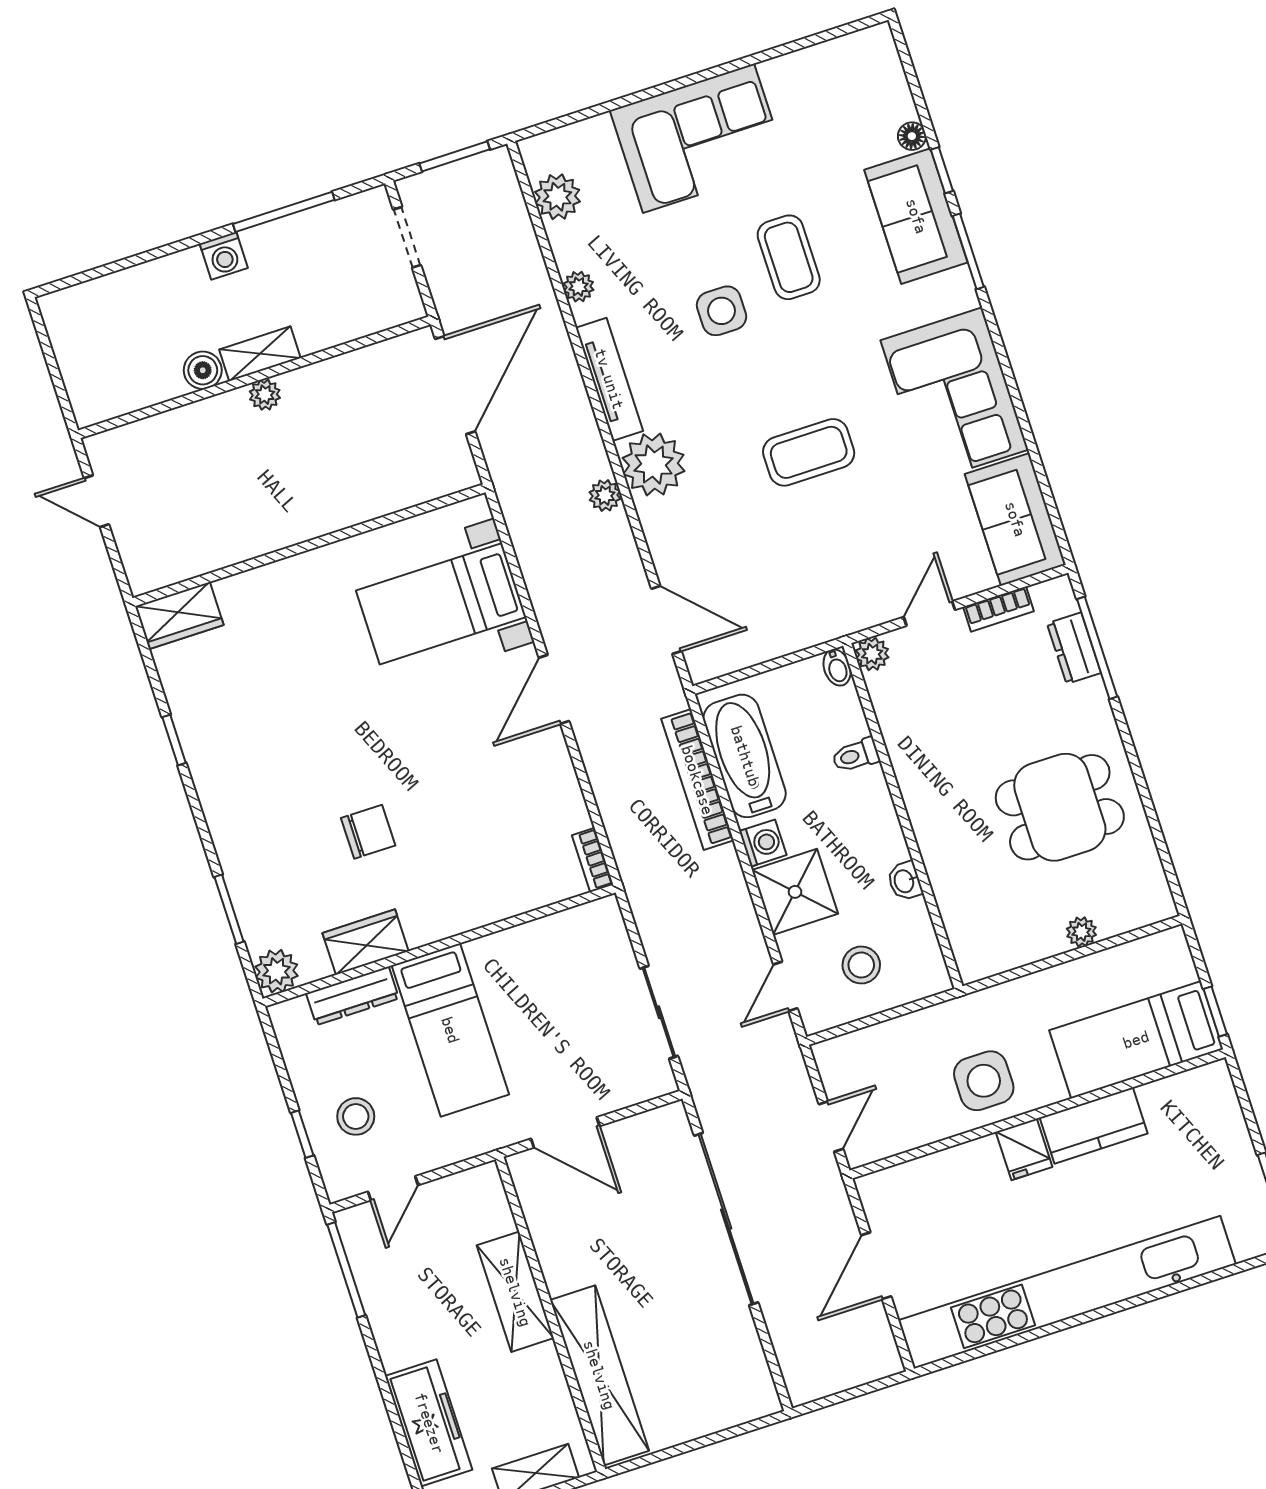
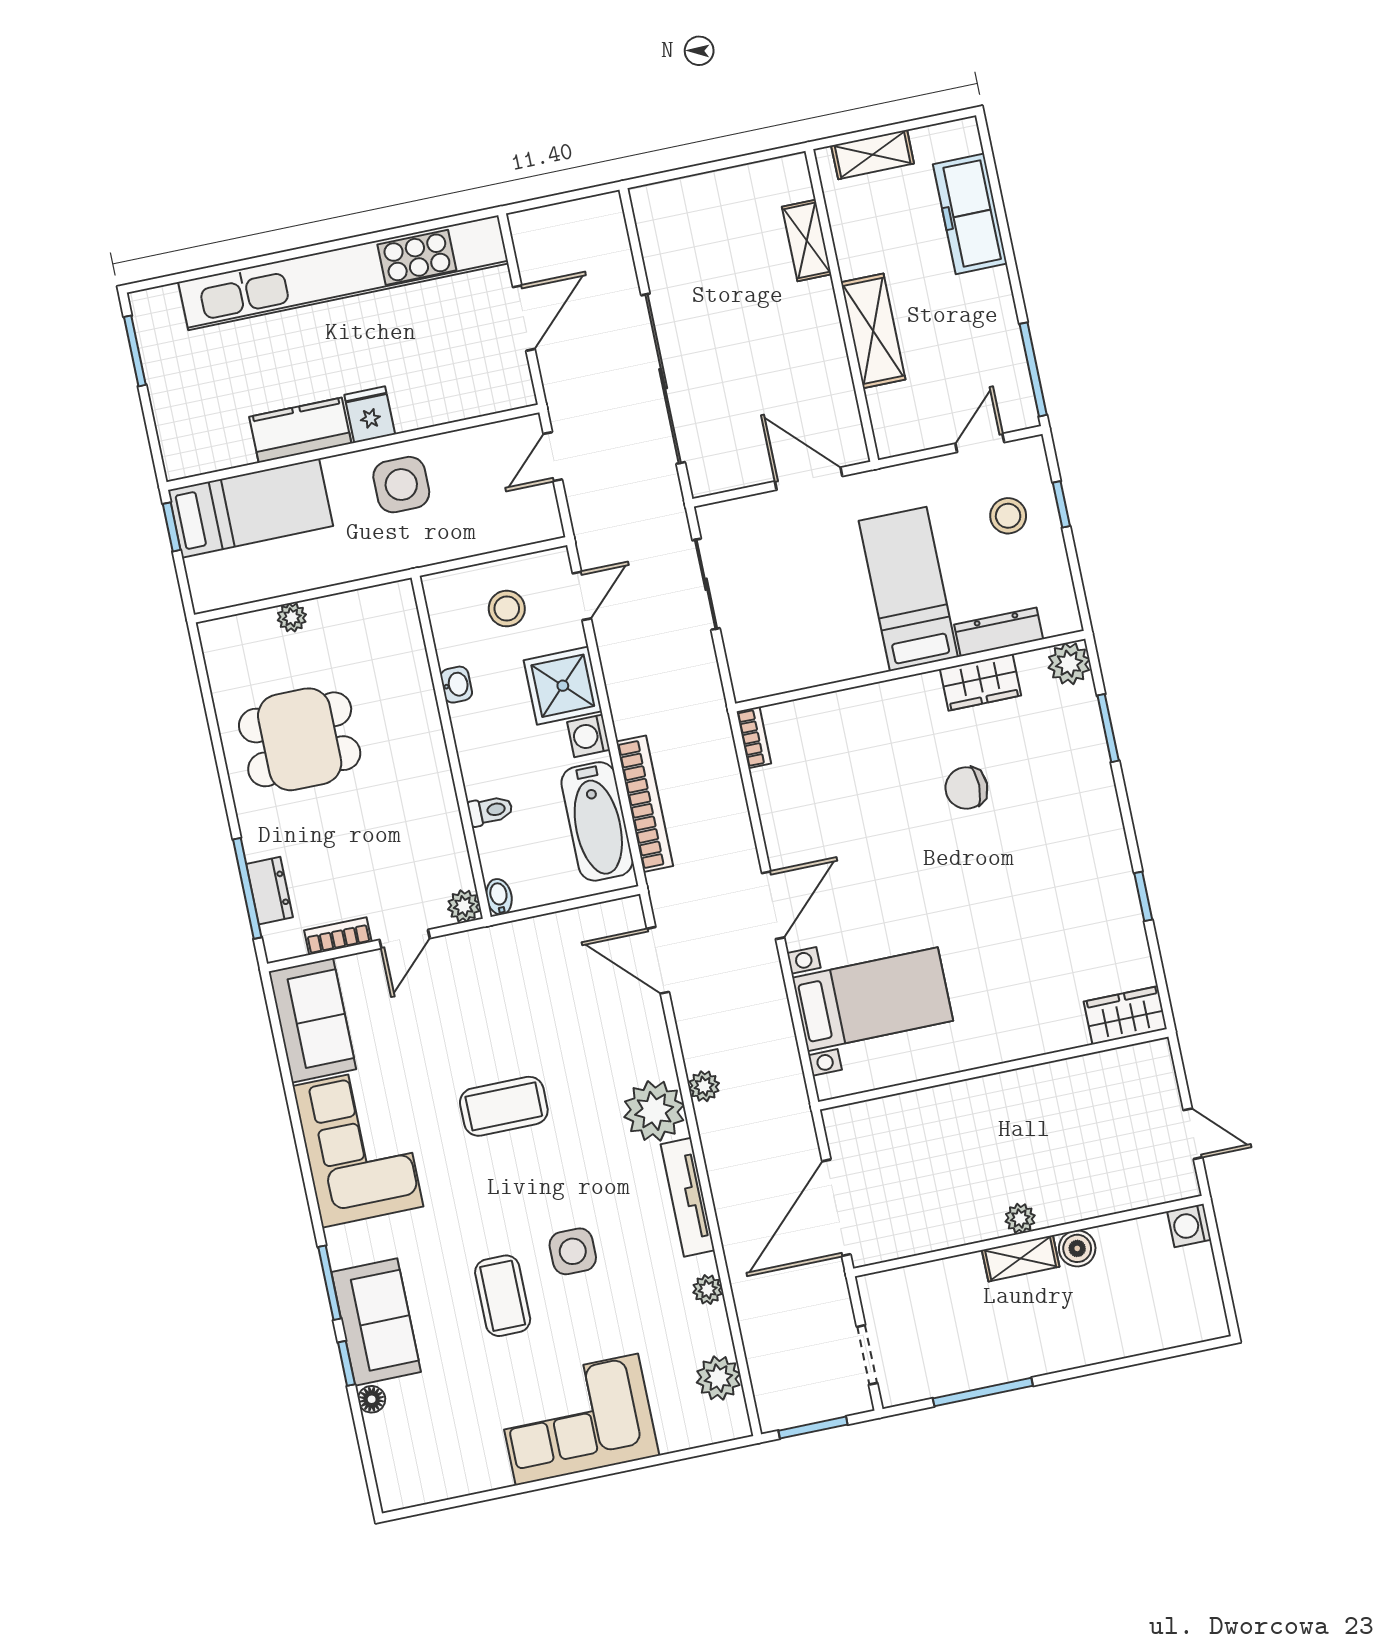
washing machine: (224, 256) -> (1189, 1225), moved, turned -90
shelving: (599, 1375) -> (807, 240), width x0.45, depth x0.75

